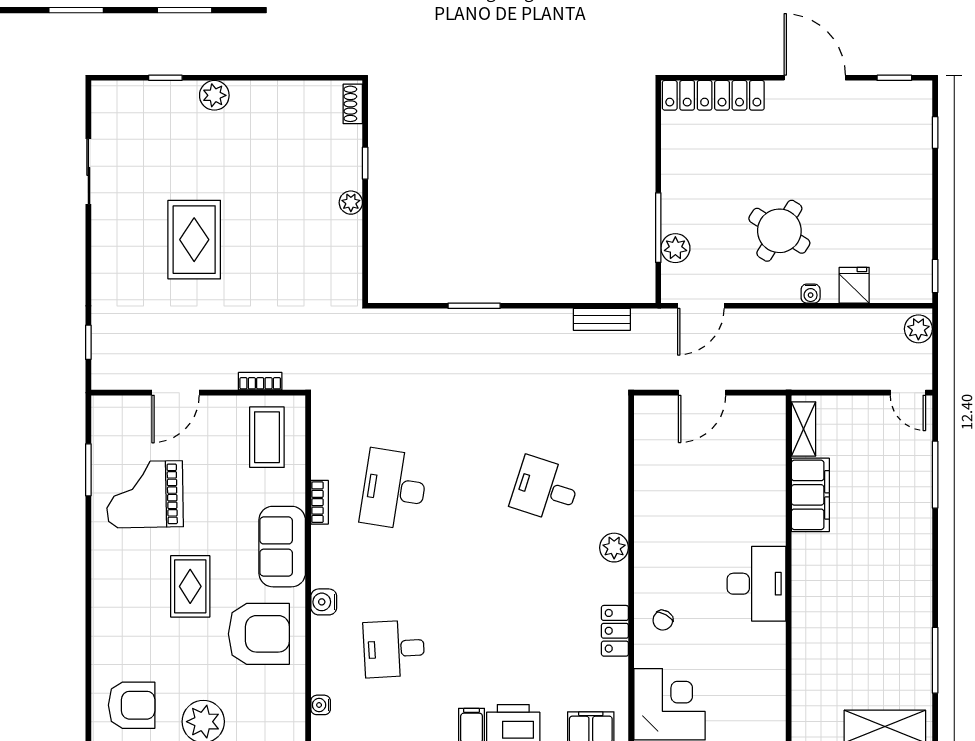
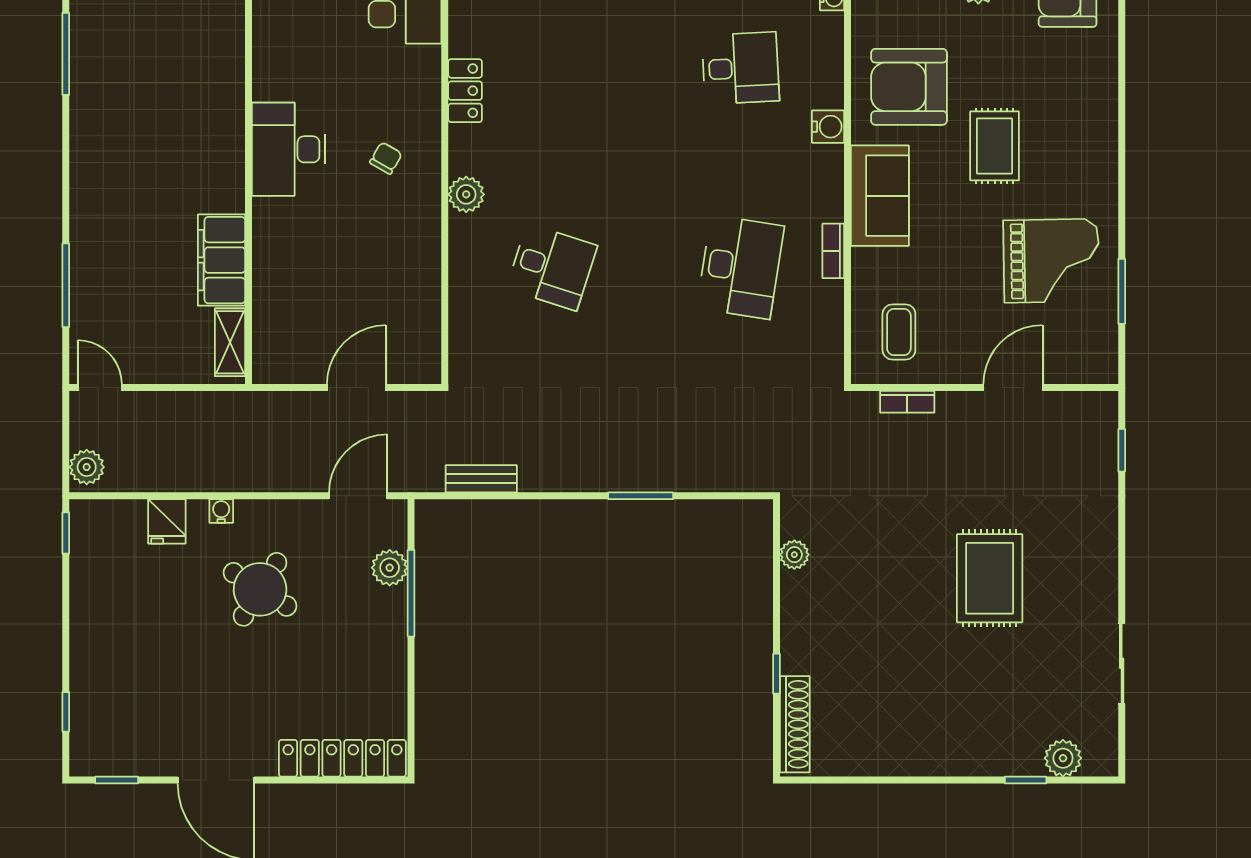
plant: (214, 95) -> (1063, 758), moved
shoe rack: (353, 104) -> (795, 724), width x1.94, depth x1.24
plant: (351, 203) -> (794, 555), moved
coffee table: (267, 437) -> (899, 332), width x0.73, depth x0.77
chair: (663, 620) -> (386, 158), moved

